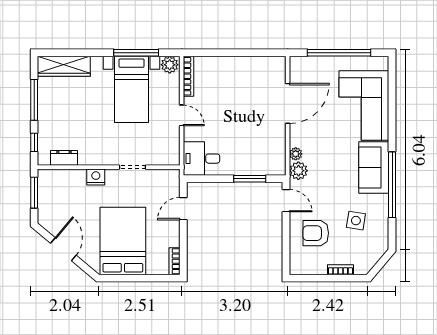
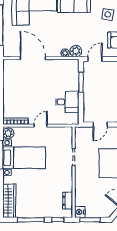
desk: (201, 159) -> (67, 102), moved, turned -90
nightstand: (96, 177) -> (80, 212), moved
door: (183, 209) -> (100, 125), hinge flipped

